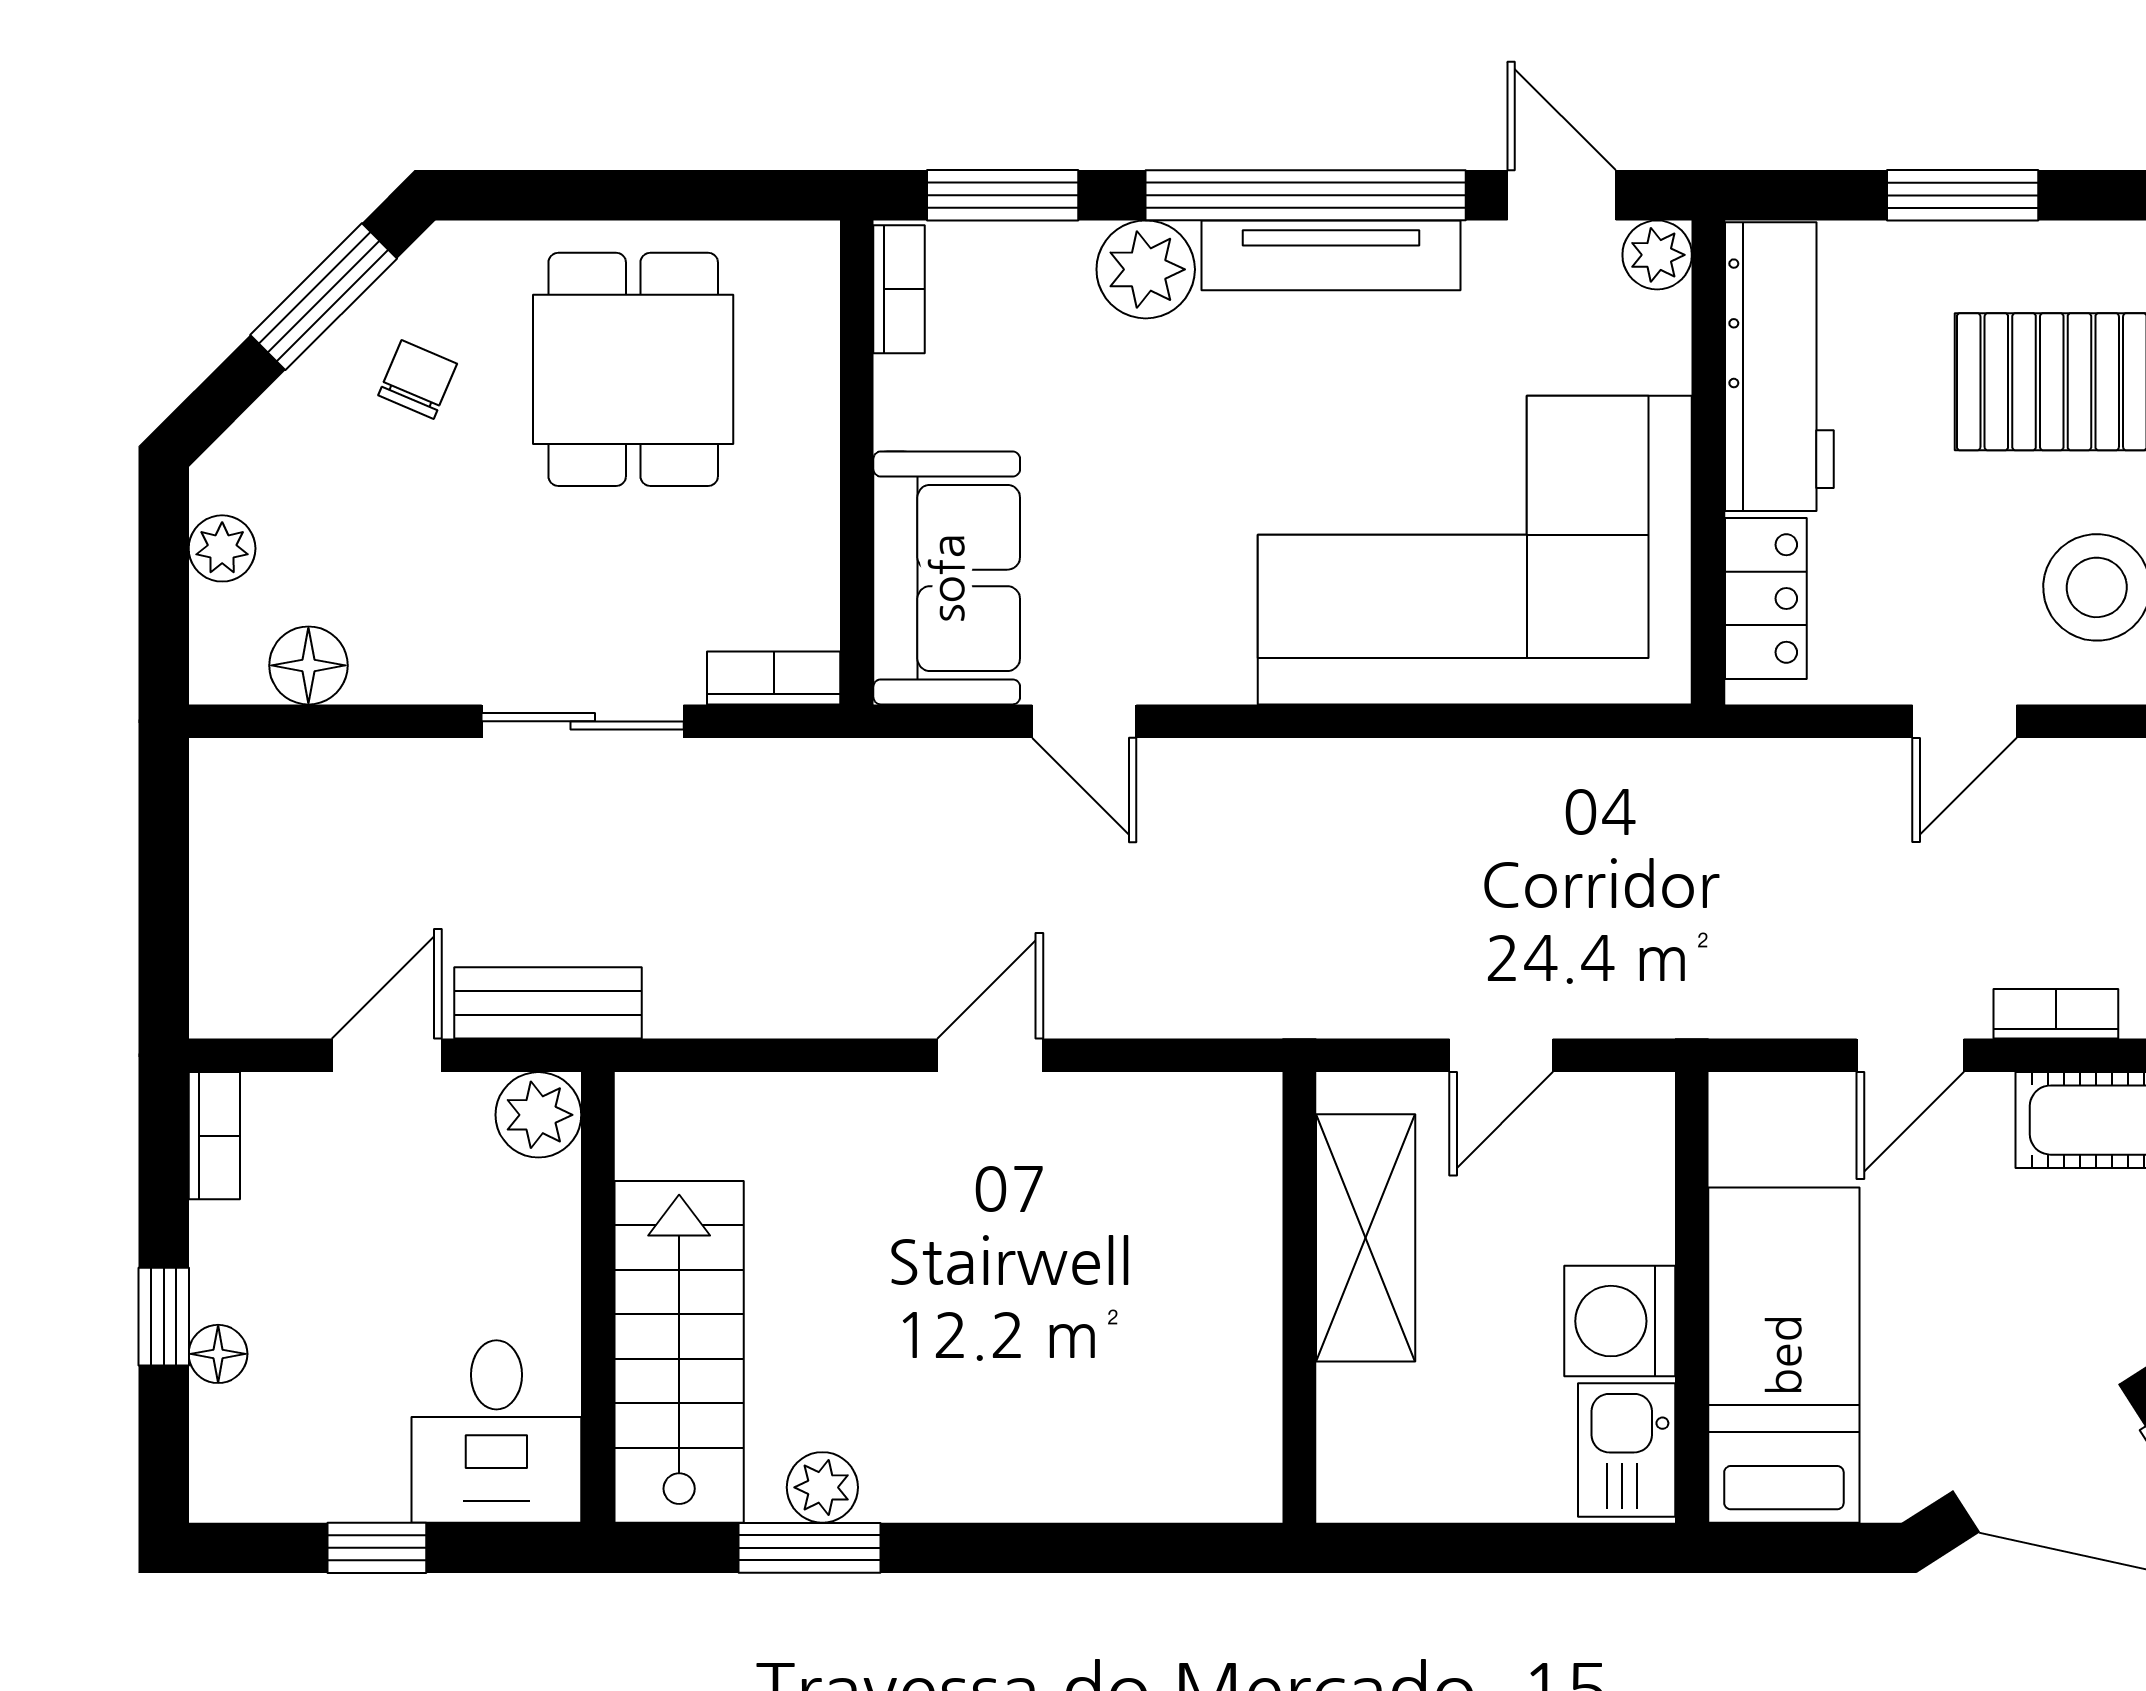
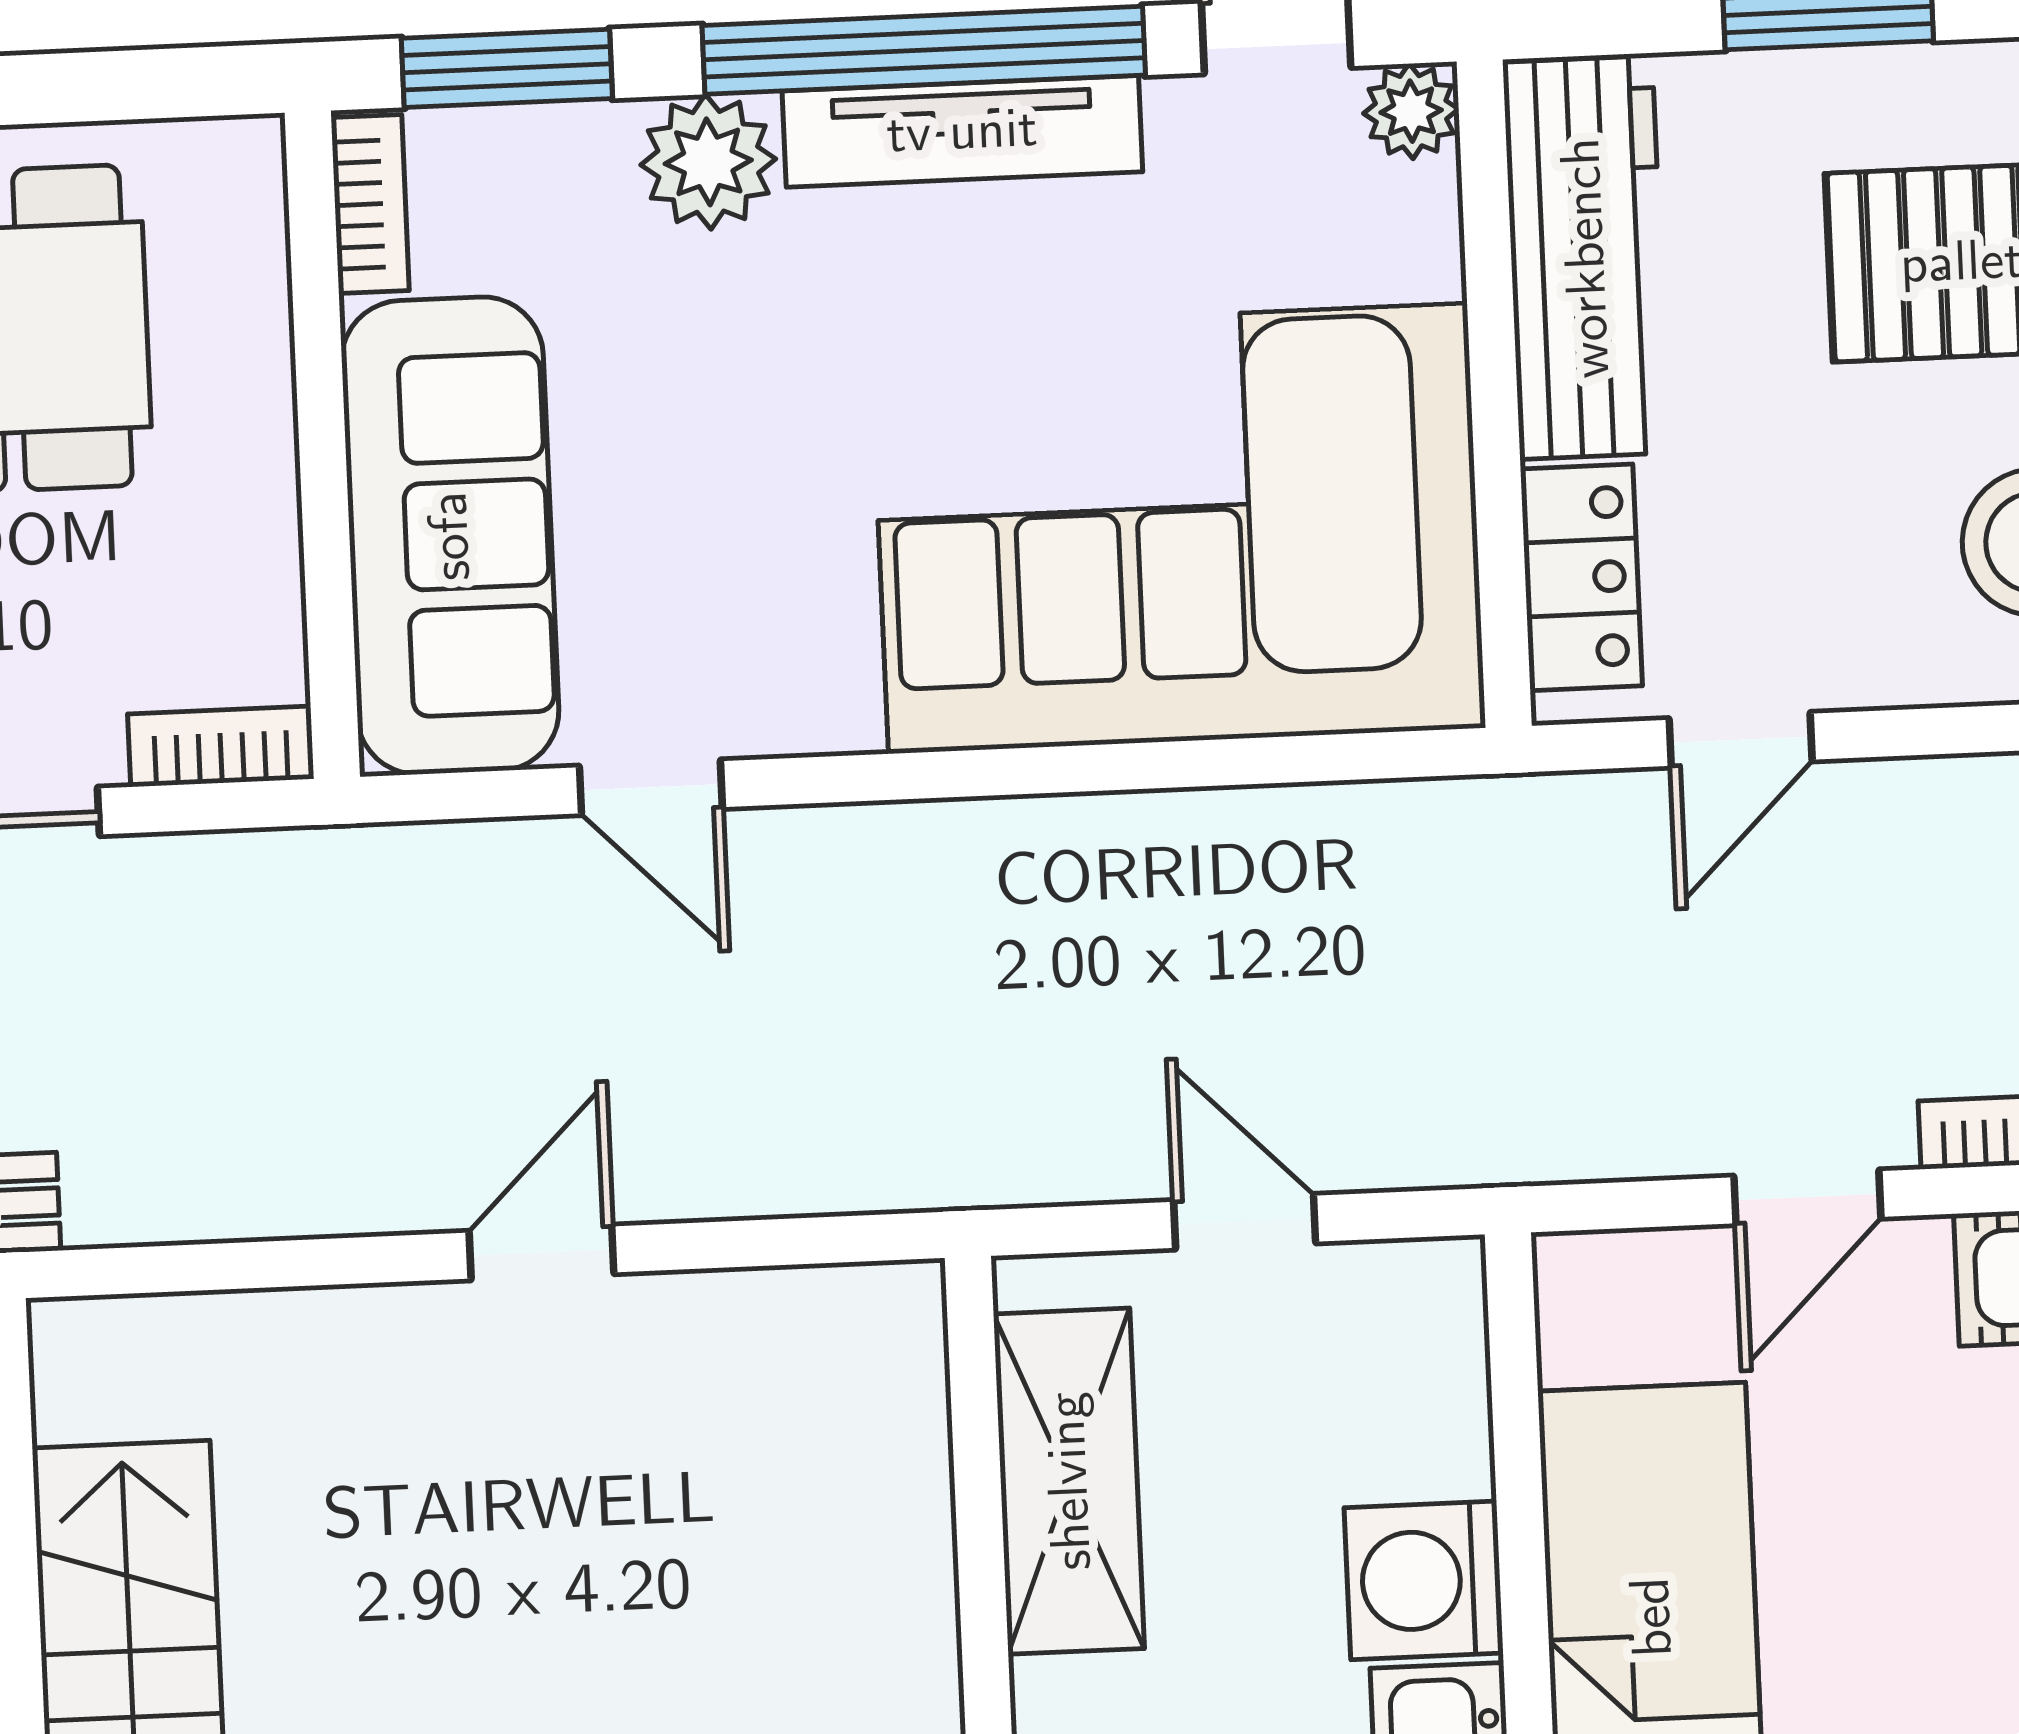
sofa: (947, 578) -> (450, 536), width x1.36
door: (1964, 721) -> (1741, 740), moved
door: (1501, 1055) -> (1245, 1222), swing flipped

